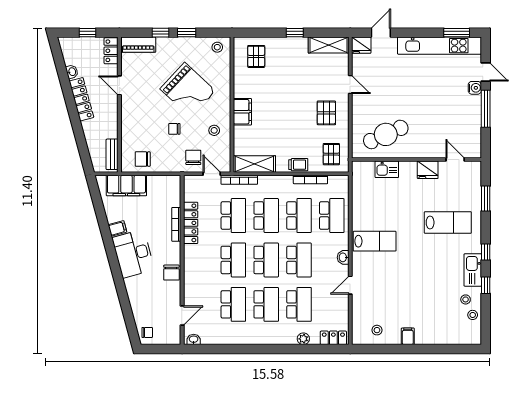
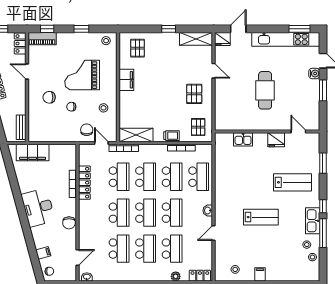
window: (161, 33) -> (47, 29), moved
grand piano: (188, 90) -> (82, 75), turned 137
window: (486, 109) -> (323, 90), width x0.69
filing cabinet: (242, 112) -> (126, 80), moved
cafe table: (386, 134) -> (265, 90), moved, turned -66
chair: (143, 159) -> (49, 97), moved
filing cabinet: (117, 228) -> (43, 253), moved
lab bench: (375, 241) -> (261, 217), moved
window: (486, 285) -> (323, 233), width x2.17

